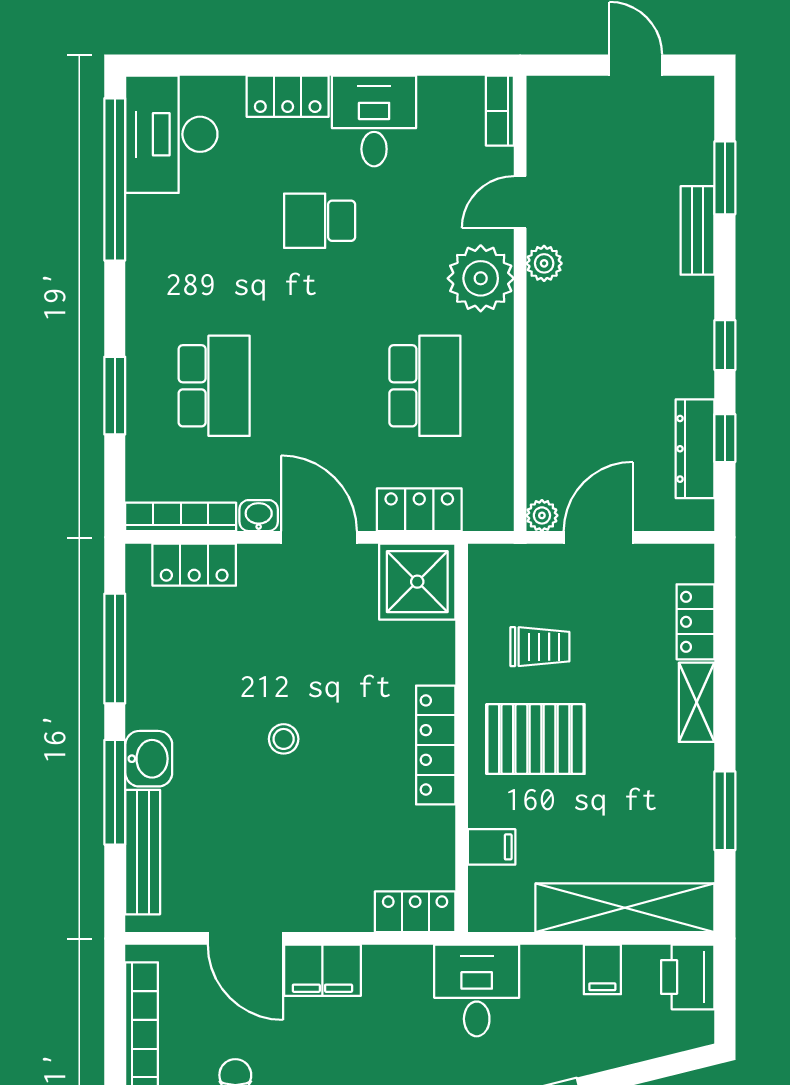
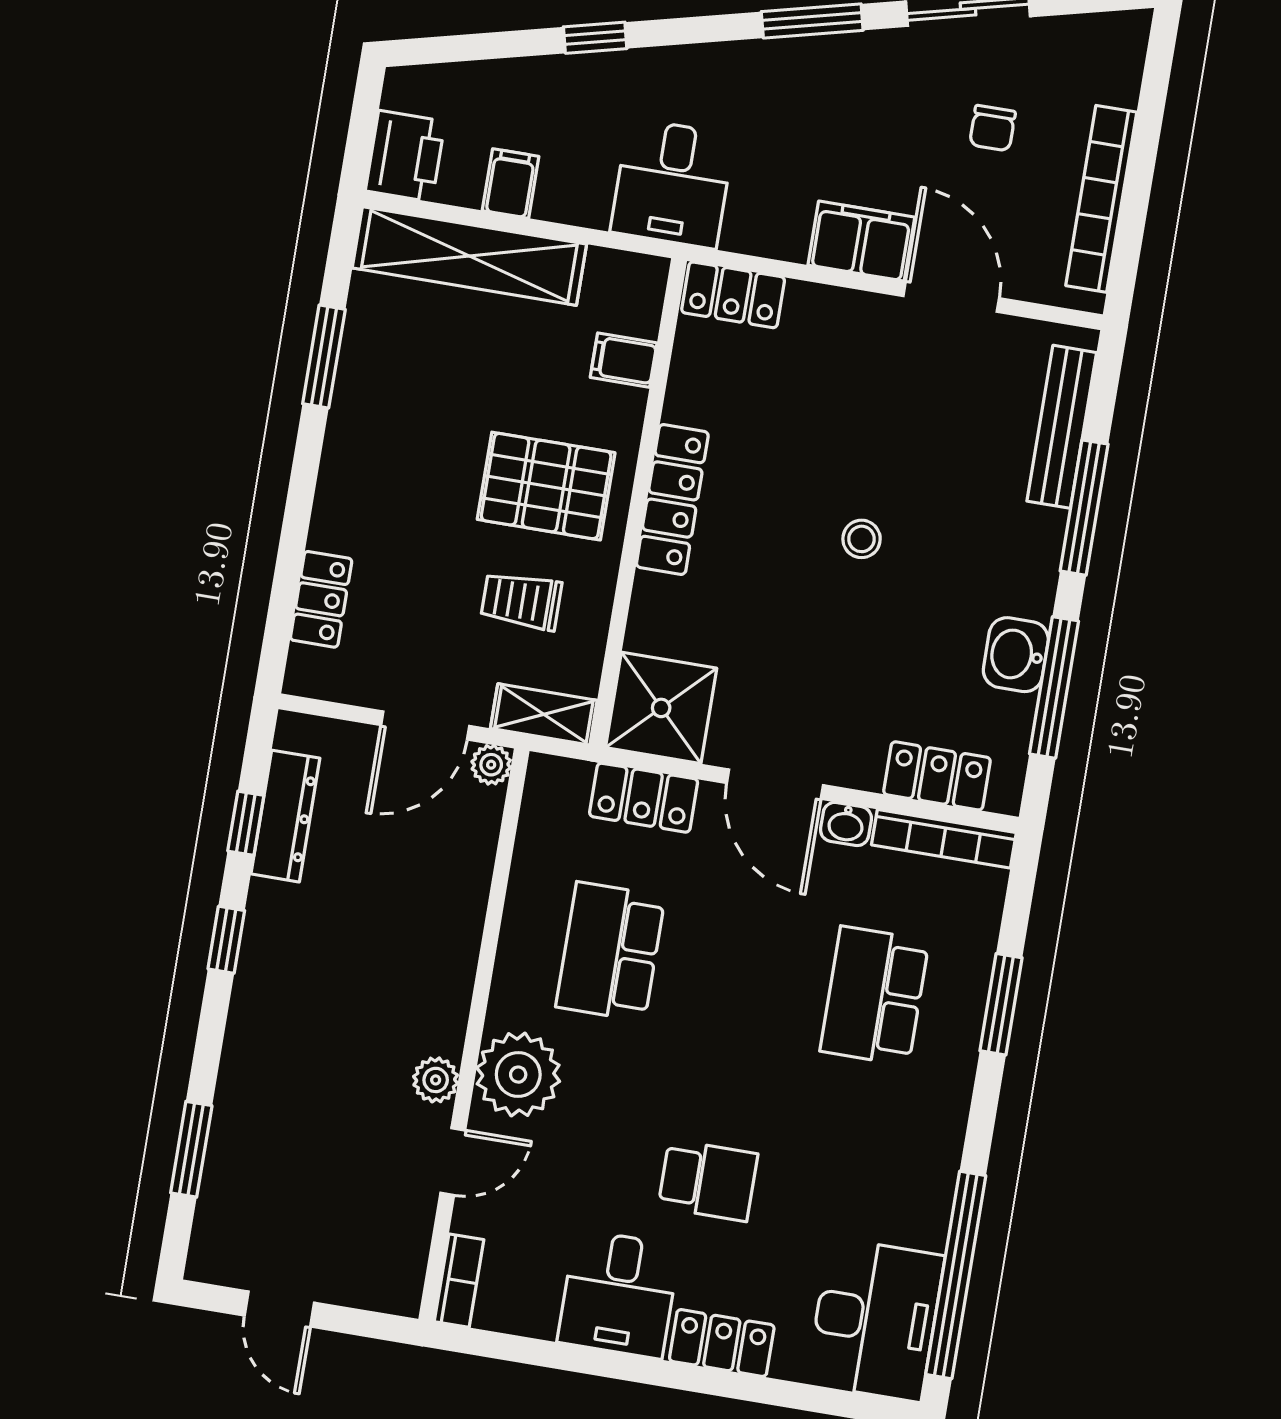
bench: (698, 230) -> (237, 1089), removed
shelving: (697, 702) -> (544, 714), moved, turned 90
washbasin: (149, 759) -> (1016, 655), moved

